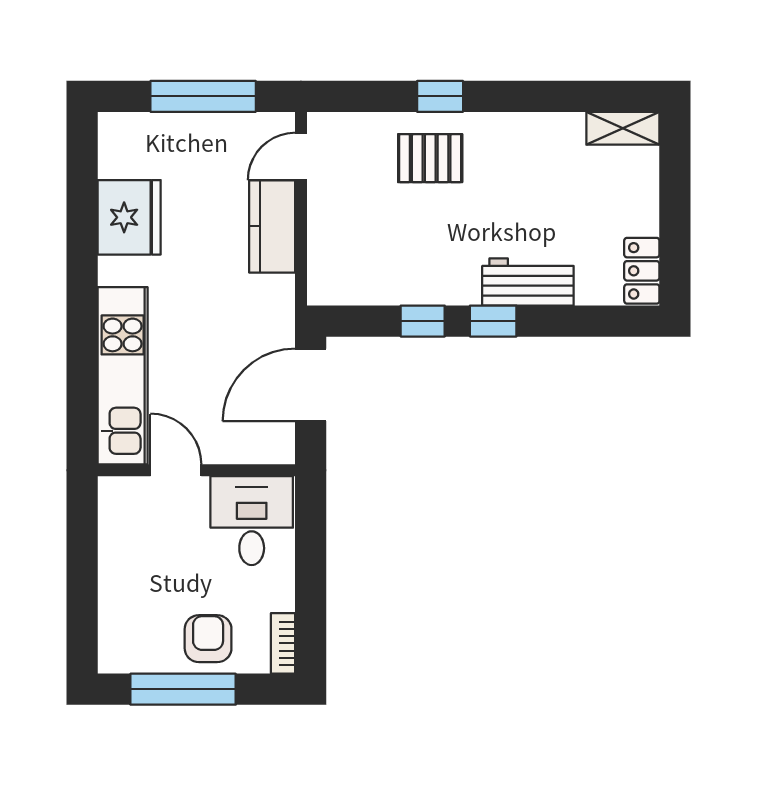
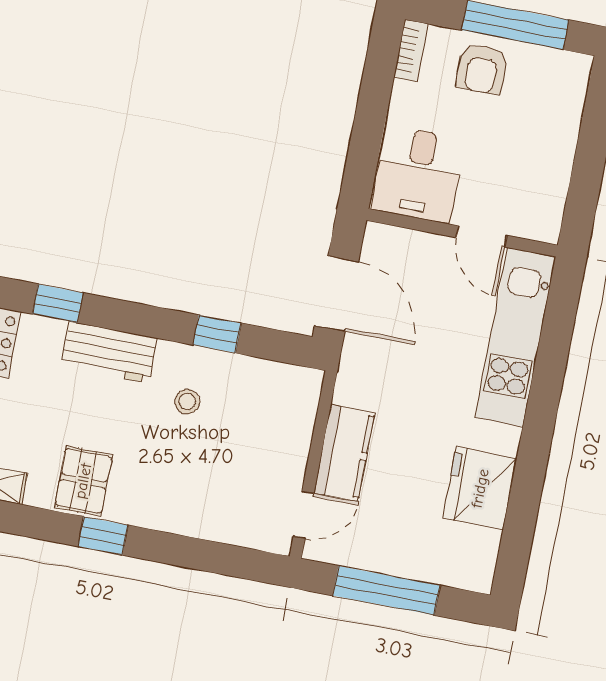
window: (440, 96) -> (103, 536), moved
pallet: (430, 158) -> (83, 481), moved, turned 90
stool: (440, 248) -> (187, 402), added
window: (493, 321) -> (58, 303), moved
door: (311, 385) -> (336, 294), hinge flipped

